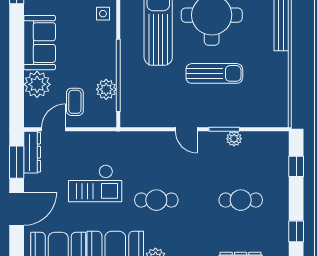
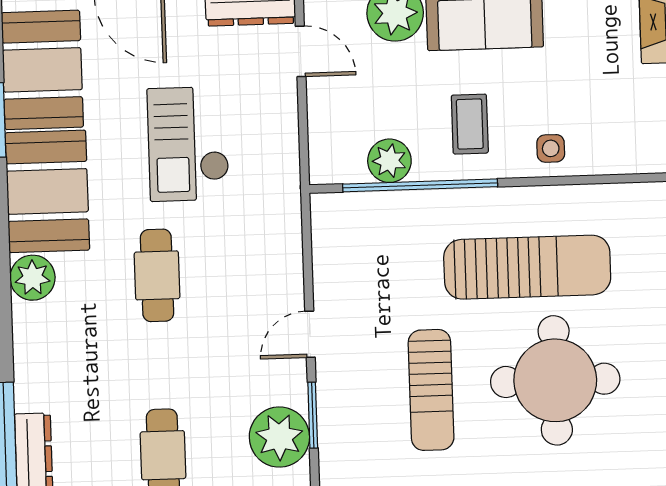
coffee table: (75, 102) -> (470, 124), moved, turned 90
plant: (234, 139) -> (279, 437), width x1.87, depth x1.87

